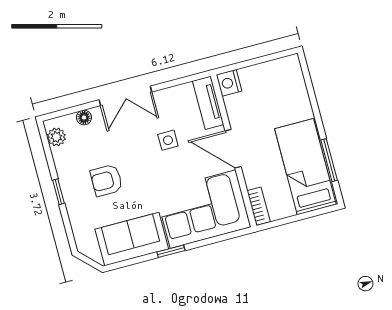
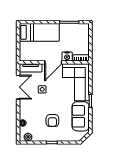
nightstand: (229, 83) -> (67, 56), moved
double door: (125, 96) -> (18, 87), moved
bed: (305, 167) -> (39, 32), moved, turned 180

